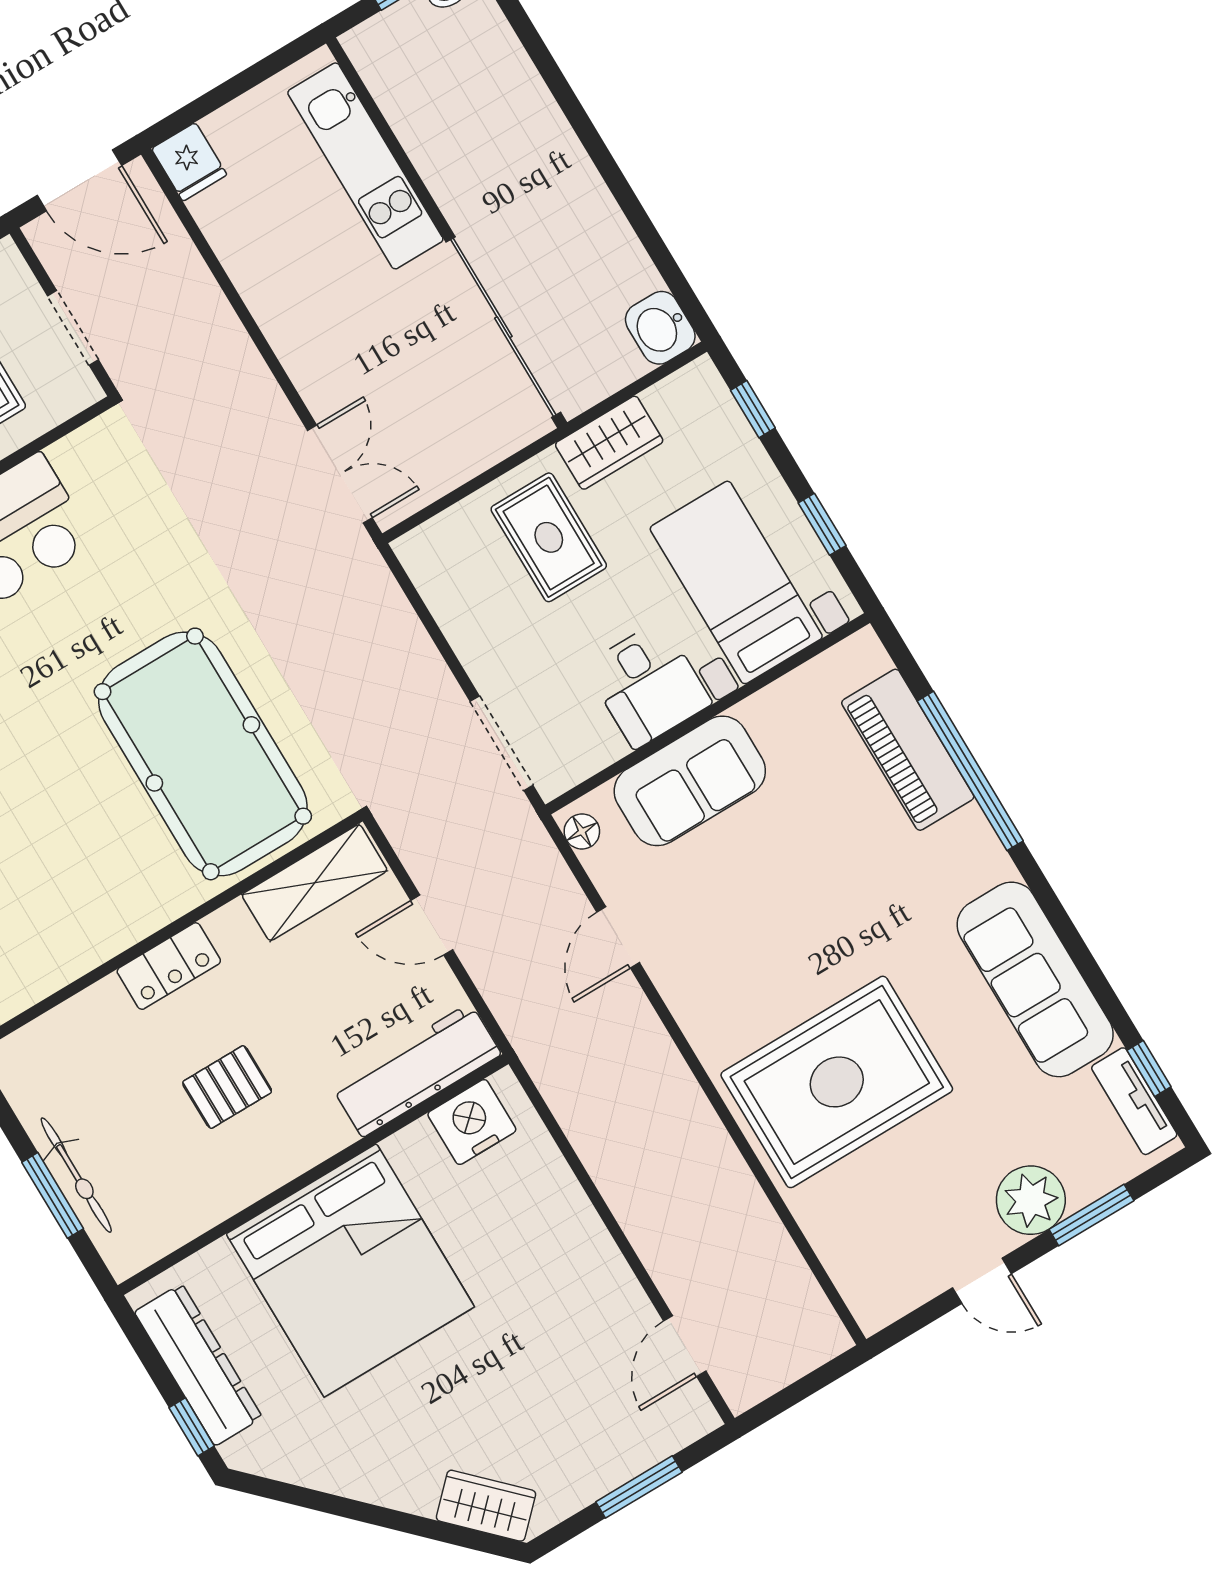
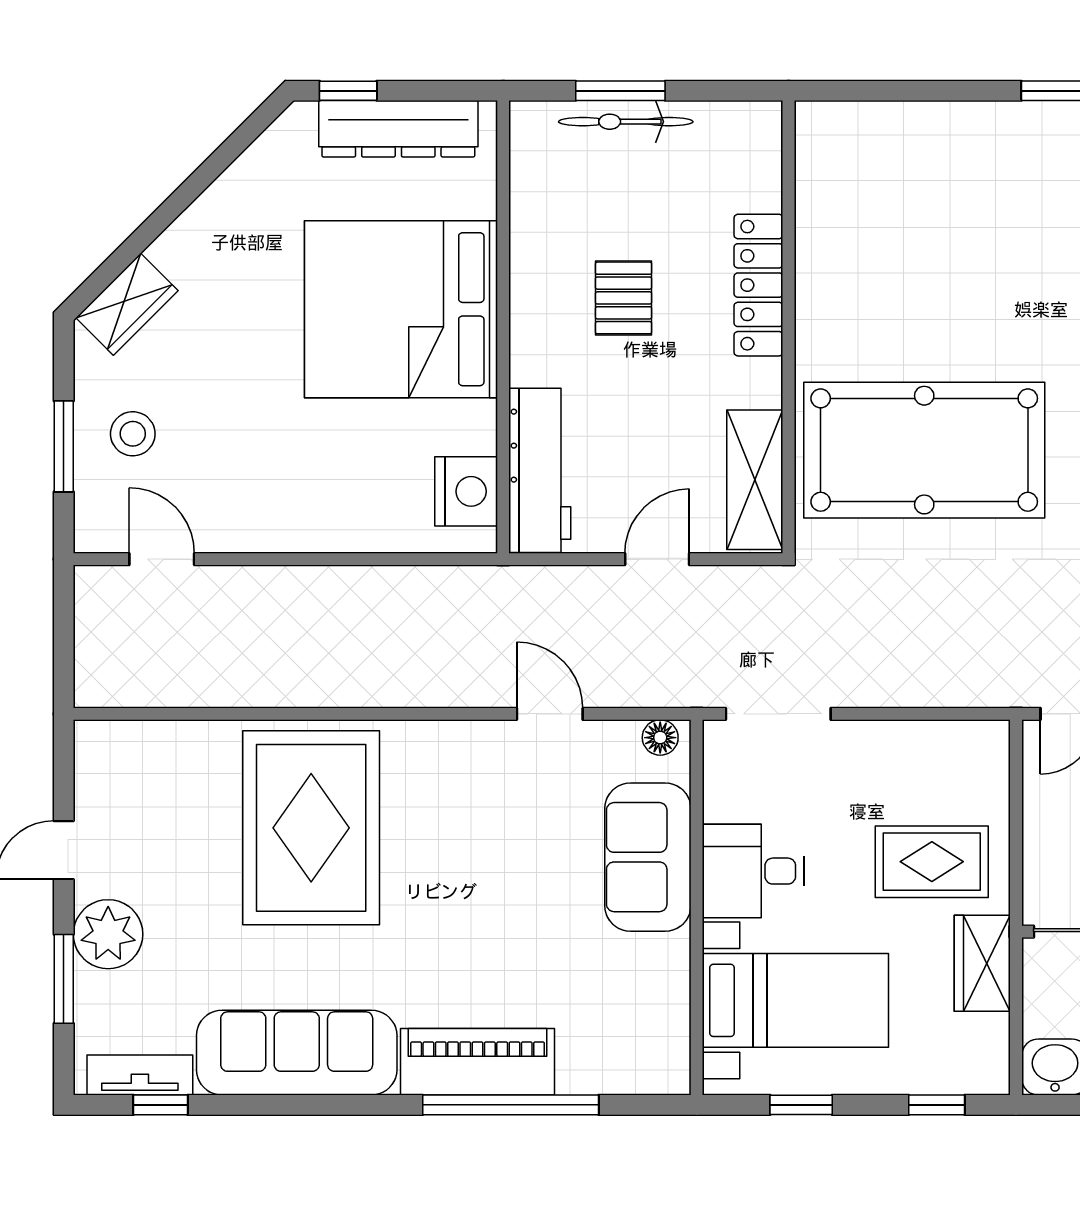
piano: (908, 750) -> (478, 1062), moved
locker: (169, 966) -> (758, 285), width x1.53
stool: (593, 1435) -> (133, 434), added

